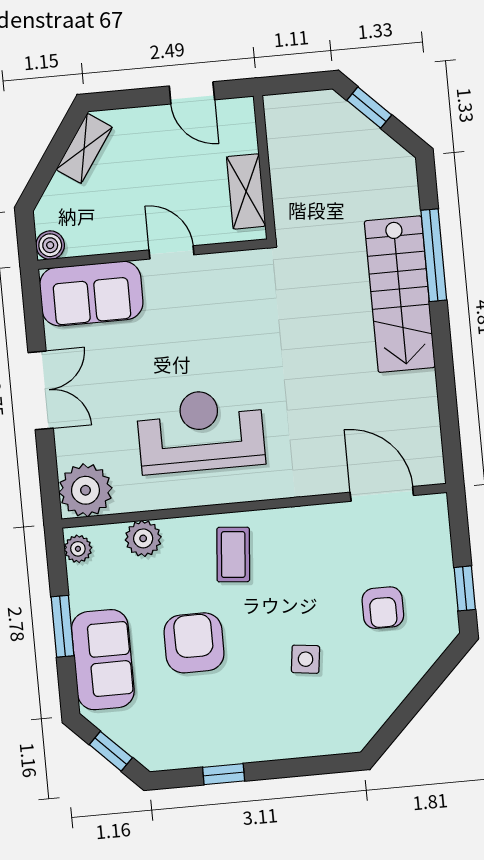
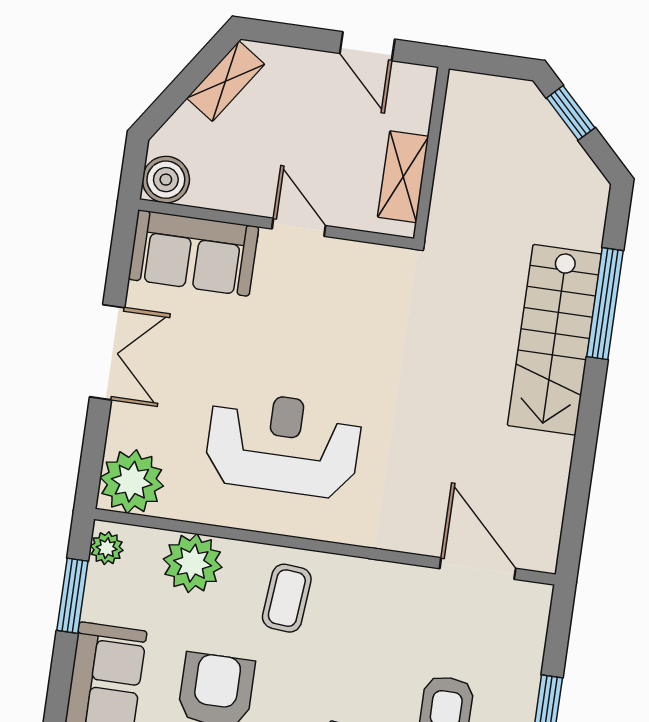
boiler: (50, 245) -> (166, 180), width x1.36, depth x1.36
plant: (143, 538) -> (193, 563), width x1.36, depth x1.36
window: (62, 626) -> (72, 596), moved

